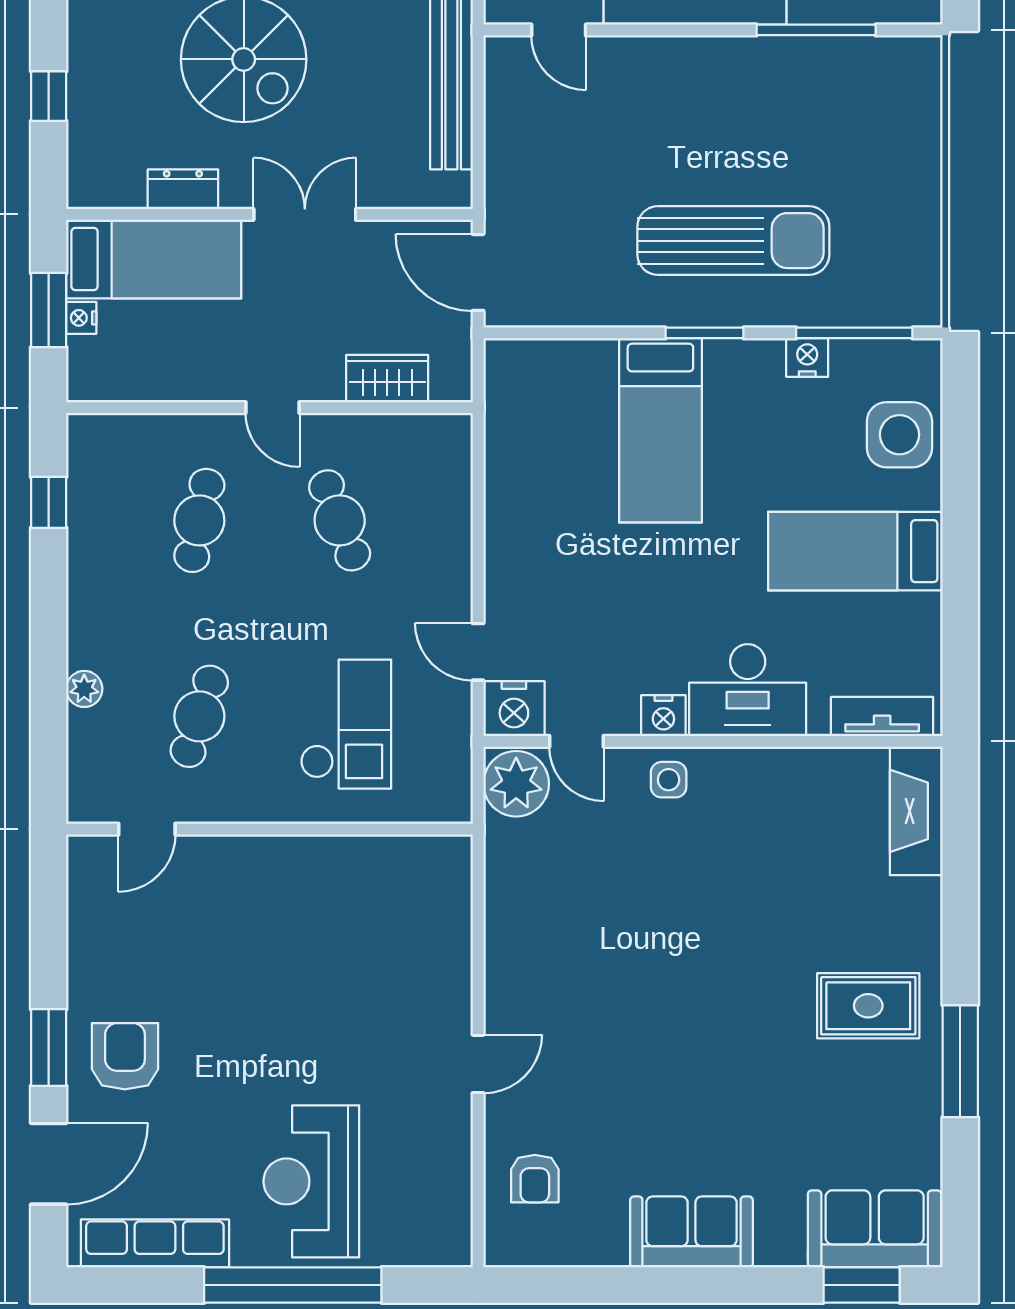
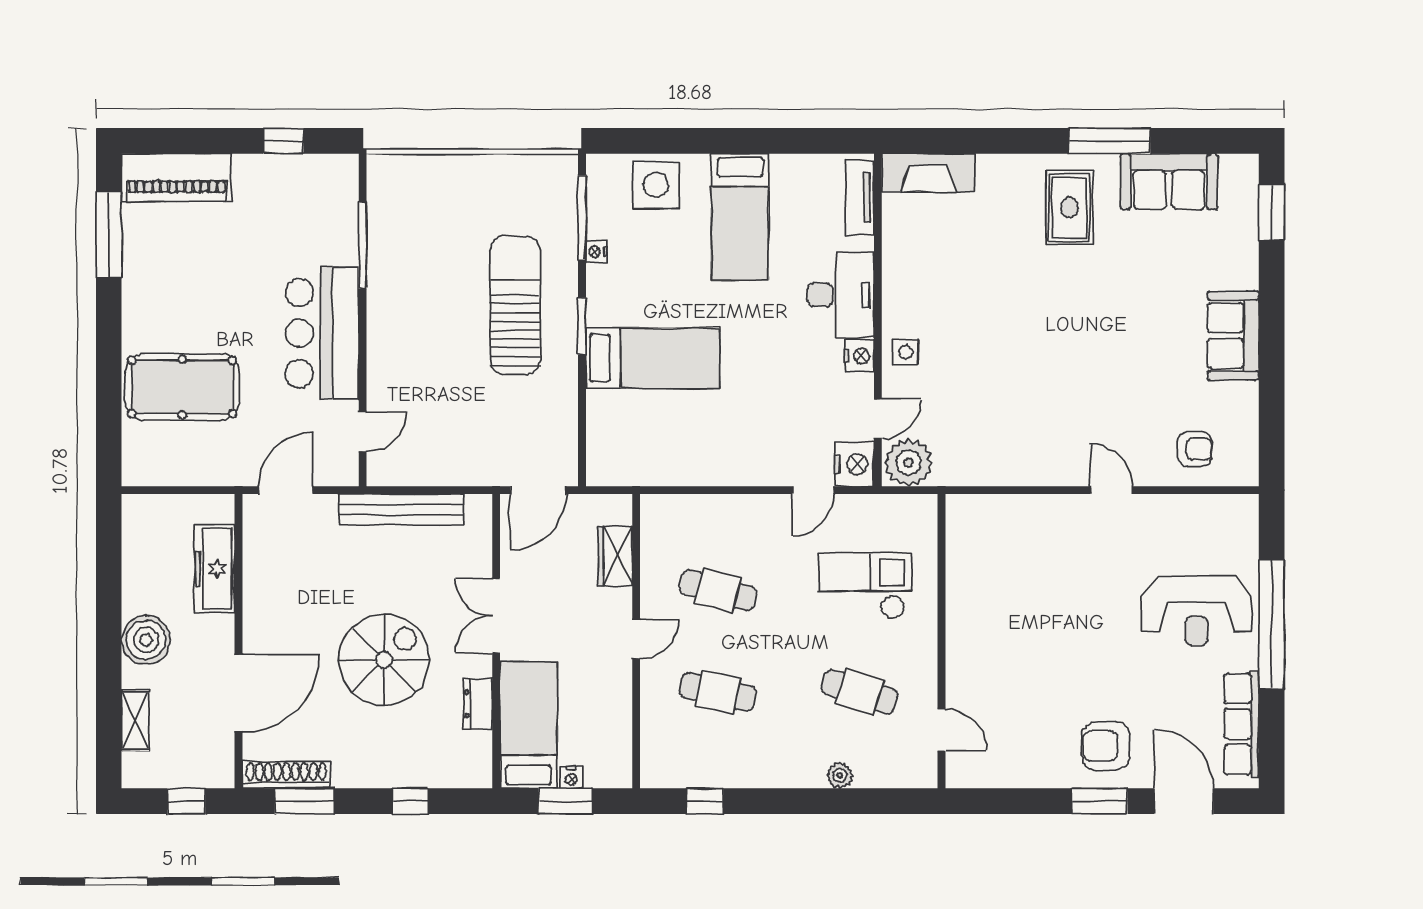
nightstand: (807, 357) -> (596, 252), width x0.72, depth x0.74
cafe table: (340, 520) -> (718, 590), turned 36
sofa: (875, 1229) -> (1169, 182), moved, turned -90

